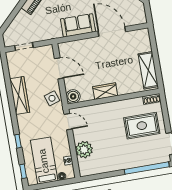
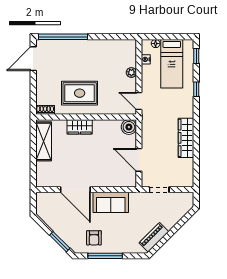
doorway: (24, 47) -> (159, 190), moved
wardrobe: (105, 91) -> (80, 127), moved
side table: (52, 98) -> (152, 129), removed
rug: (142, 126) -> (80, 93), moved
plant: (84, 150) -> (131, 73), width x0.53, depth x0.53

